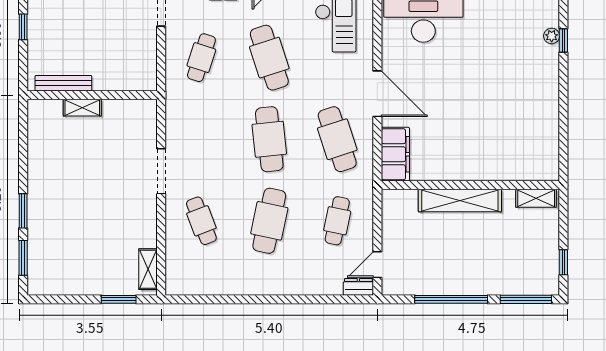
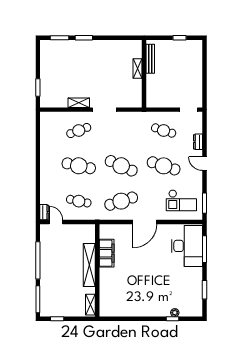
cafe table: (269, 58) -> (164, 166), turned 36
cafe table: (269, 139) -> (121, 166), turned 30
filing cabinet: (395, 154) -> (107, 253), moved, turned -90
shelving: (148, 269) -> (79, 103), moved

